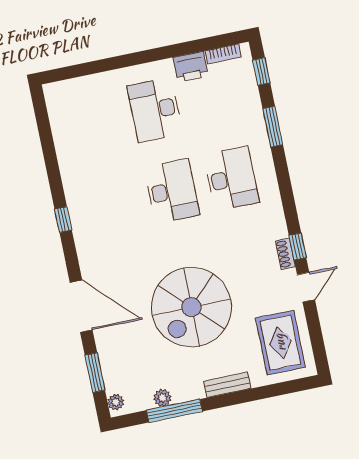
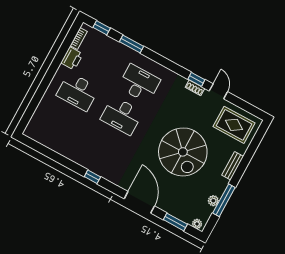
desk: (172, 191) -> (122, 116), turned 180
door: (81, 306) -> (139, 202), hinge flipped

